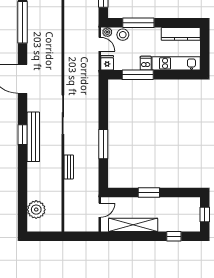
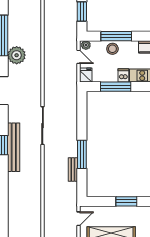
stool: (123, 35) -> (112, 49), moved
bench: (69, 167) -> (73, 169), moved
plant: (36, 210) -> (17, 55), moved

